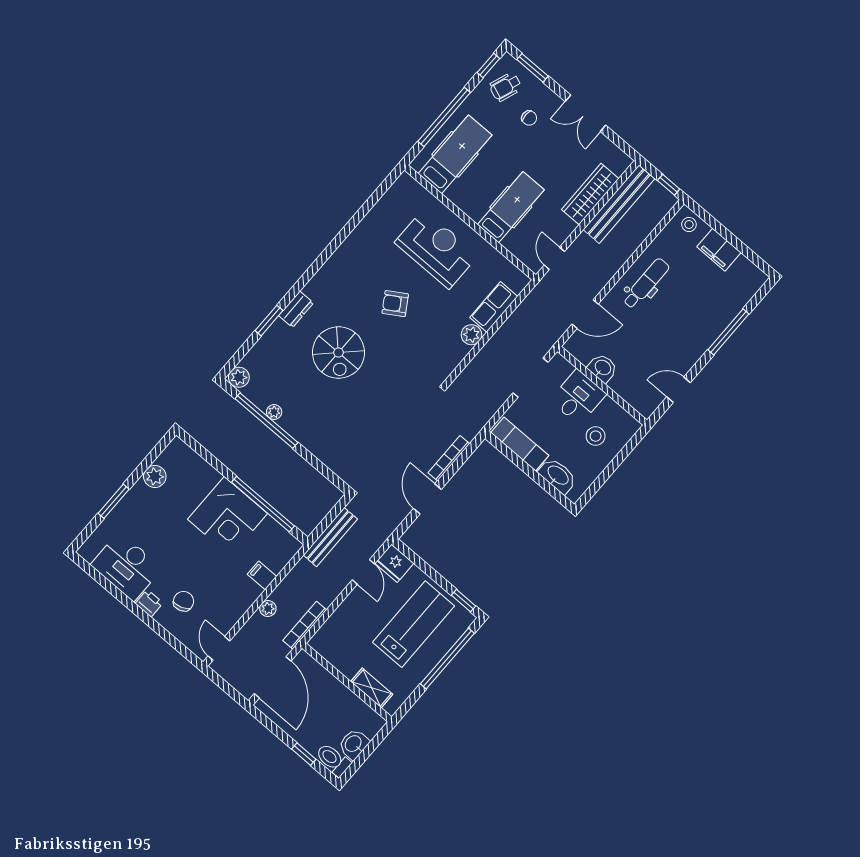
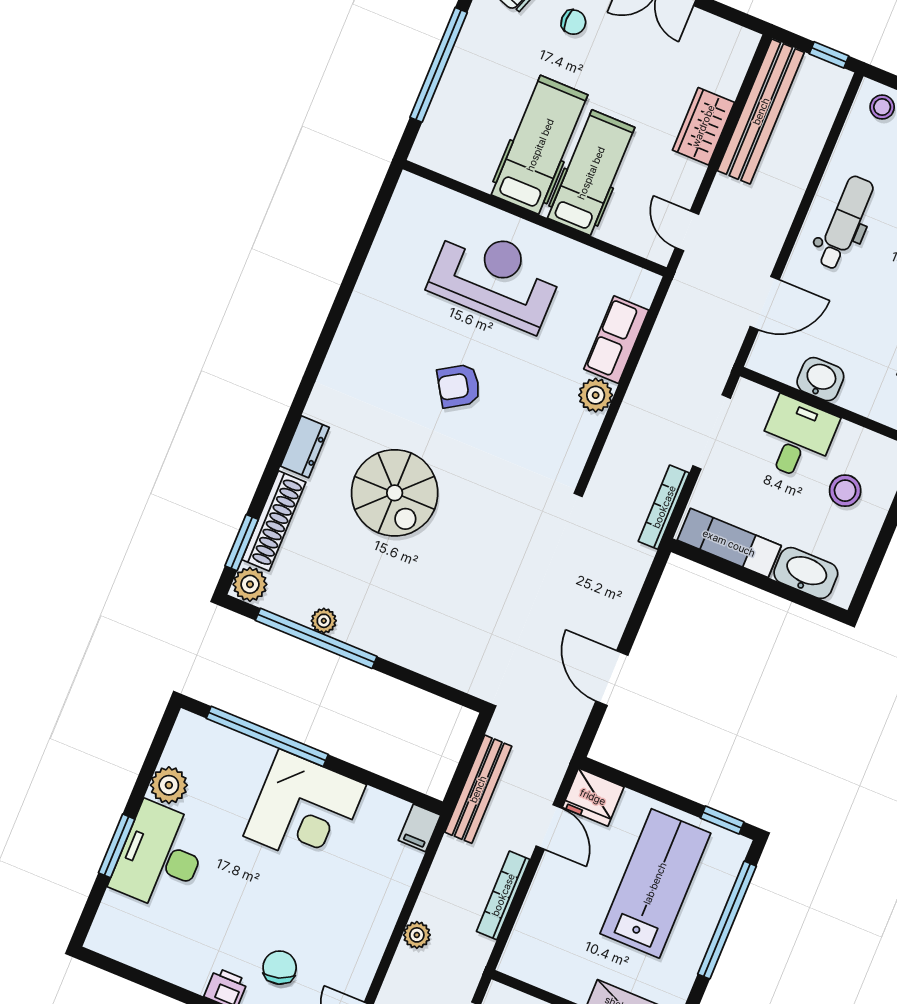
hospital bed: (455, 154) -> (540, 145), moved
wardrobe: (590, 194) -> (703, 126), width x0.67
window: (269, 321) -> (242, 543), moved
shoe rack: (264, 346) -> (274, 521), added
bookcase: (449, 458) -> (664, 507), moved
window: (263, 504) -> (267, 736), moved
desk: (126, 566) -> (160, 857), moved, turned 90
filing cabinet: (262, 575) -> (420, 828), moved, turned -90
bookcase: (305, 625) -> (503, 895), moved

